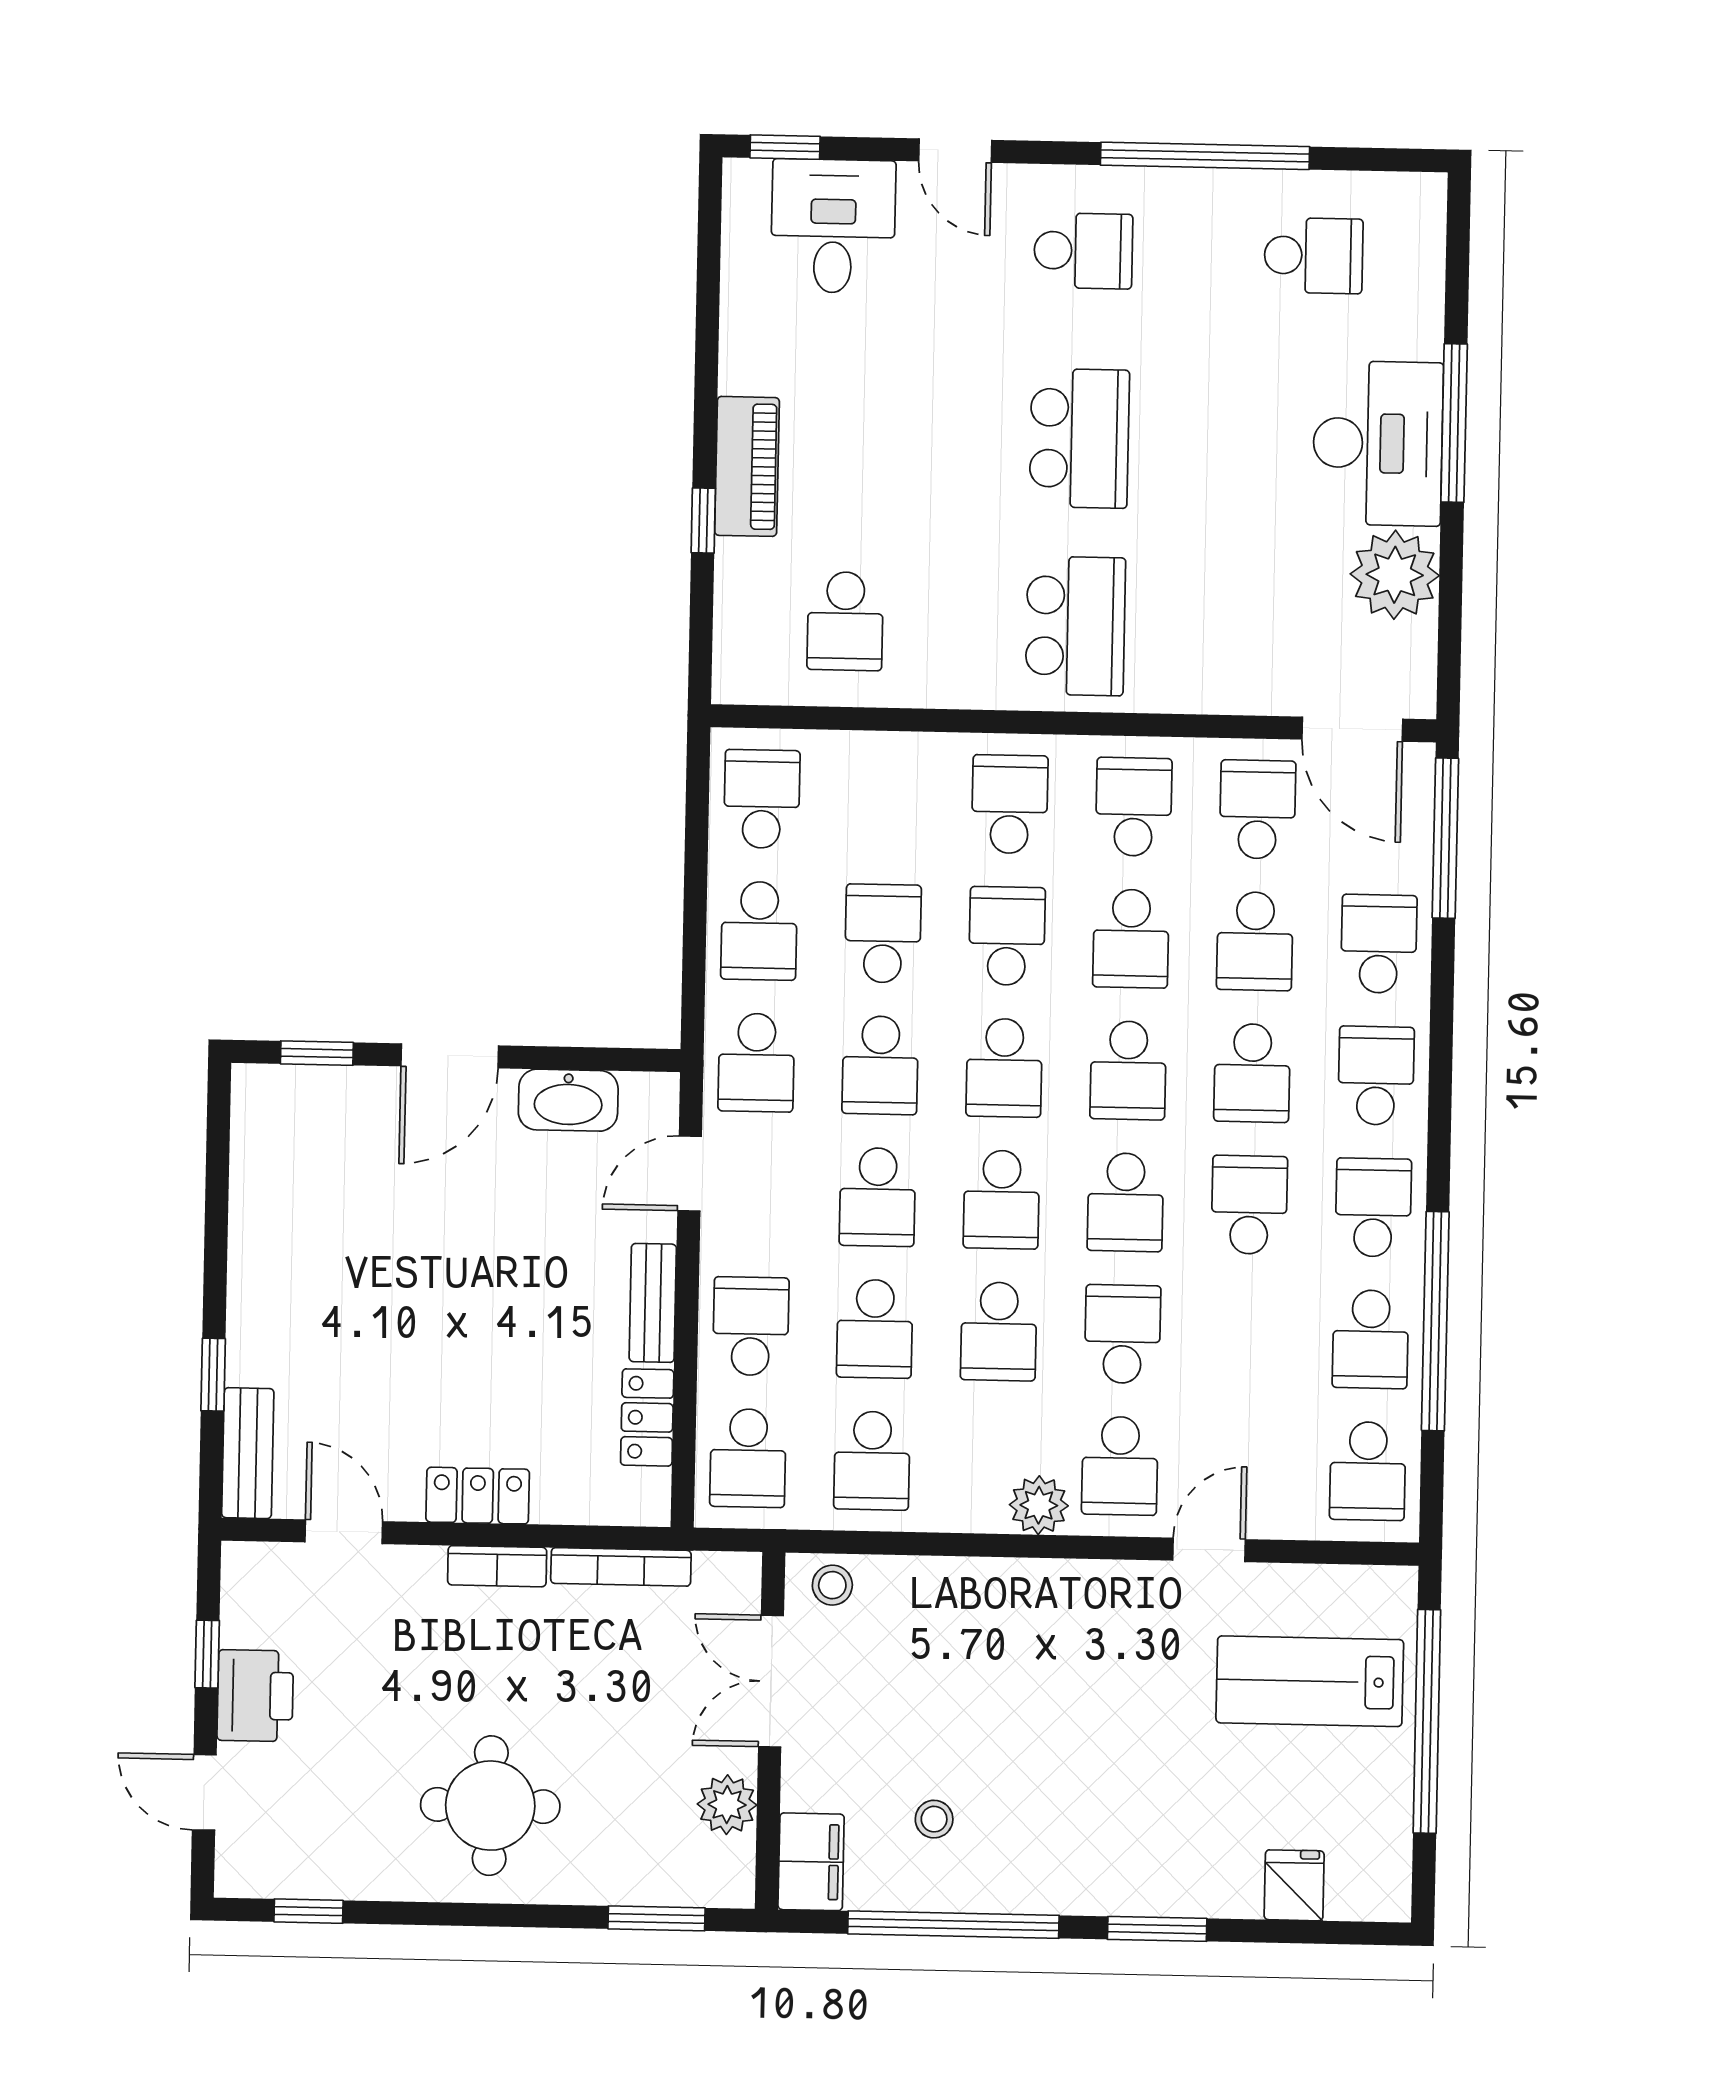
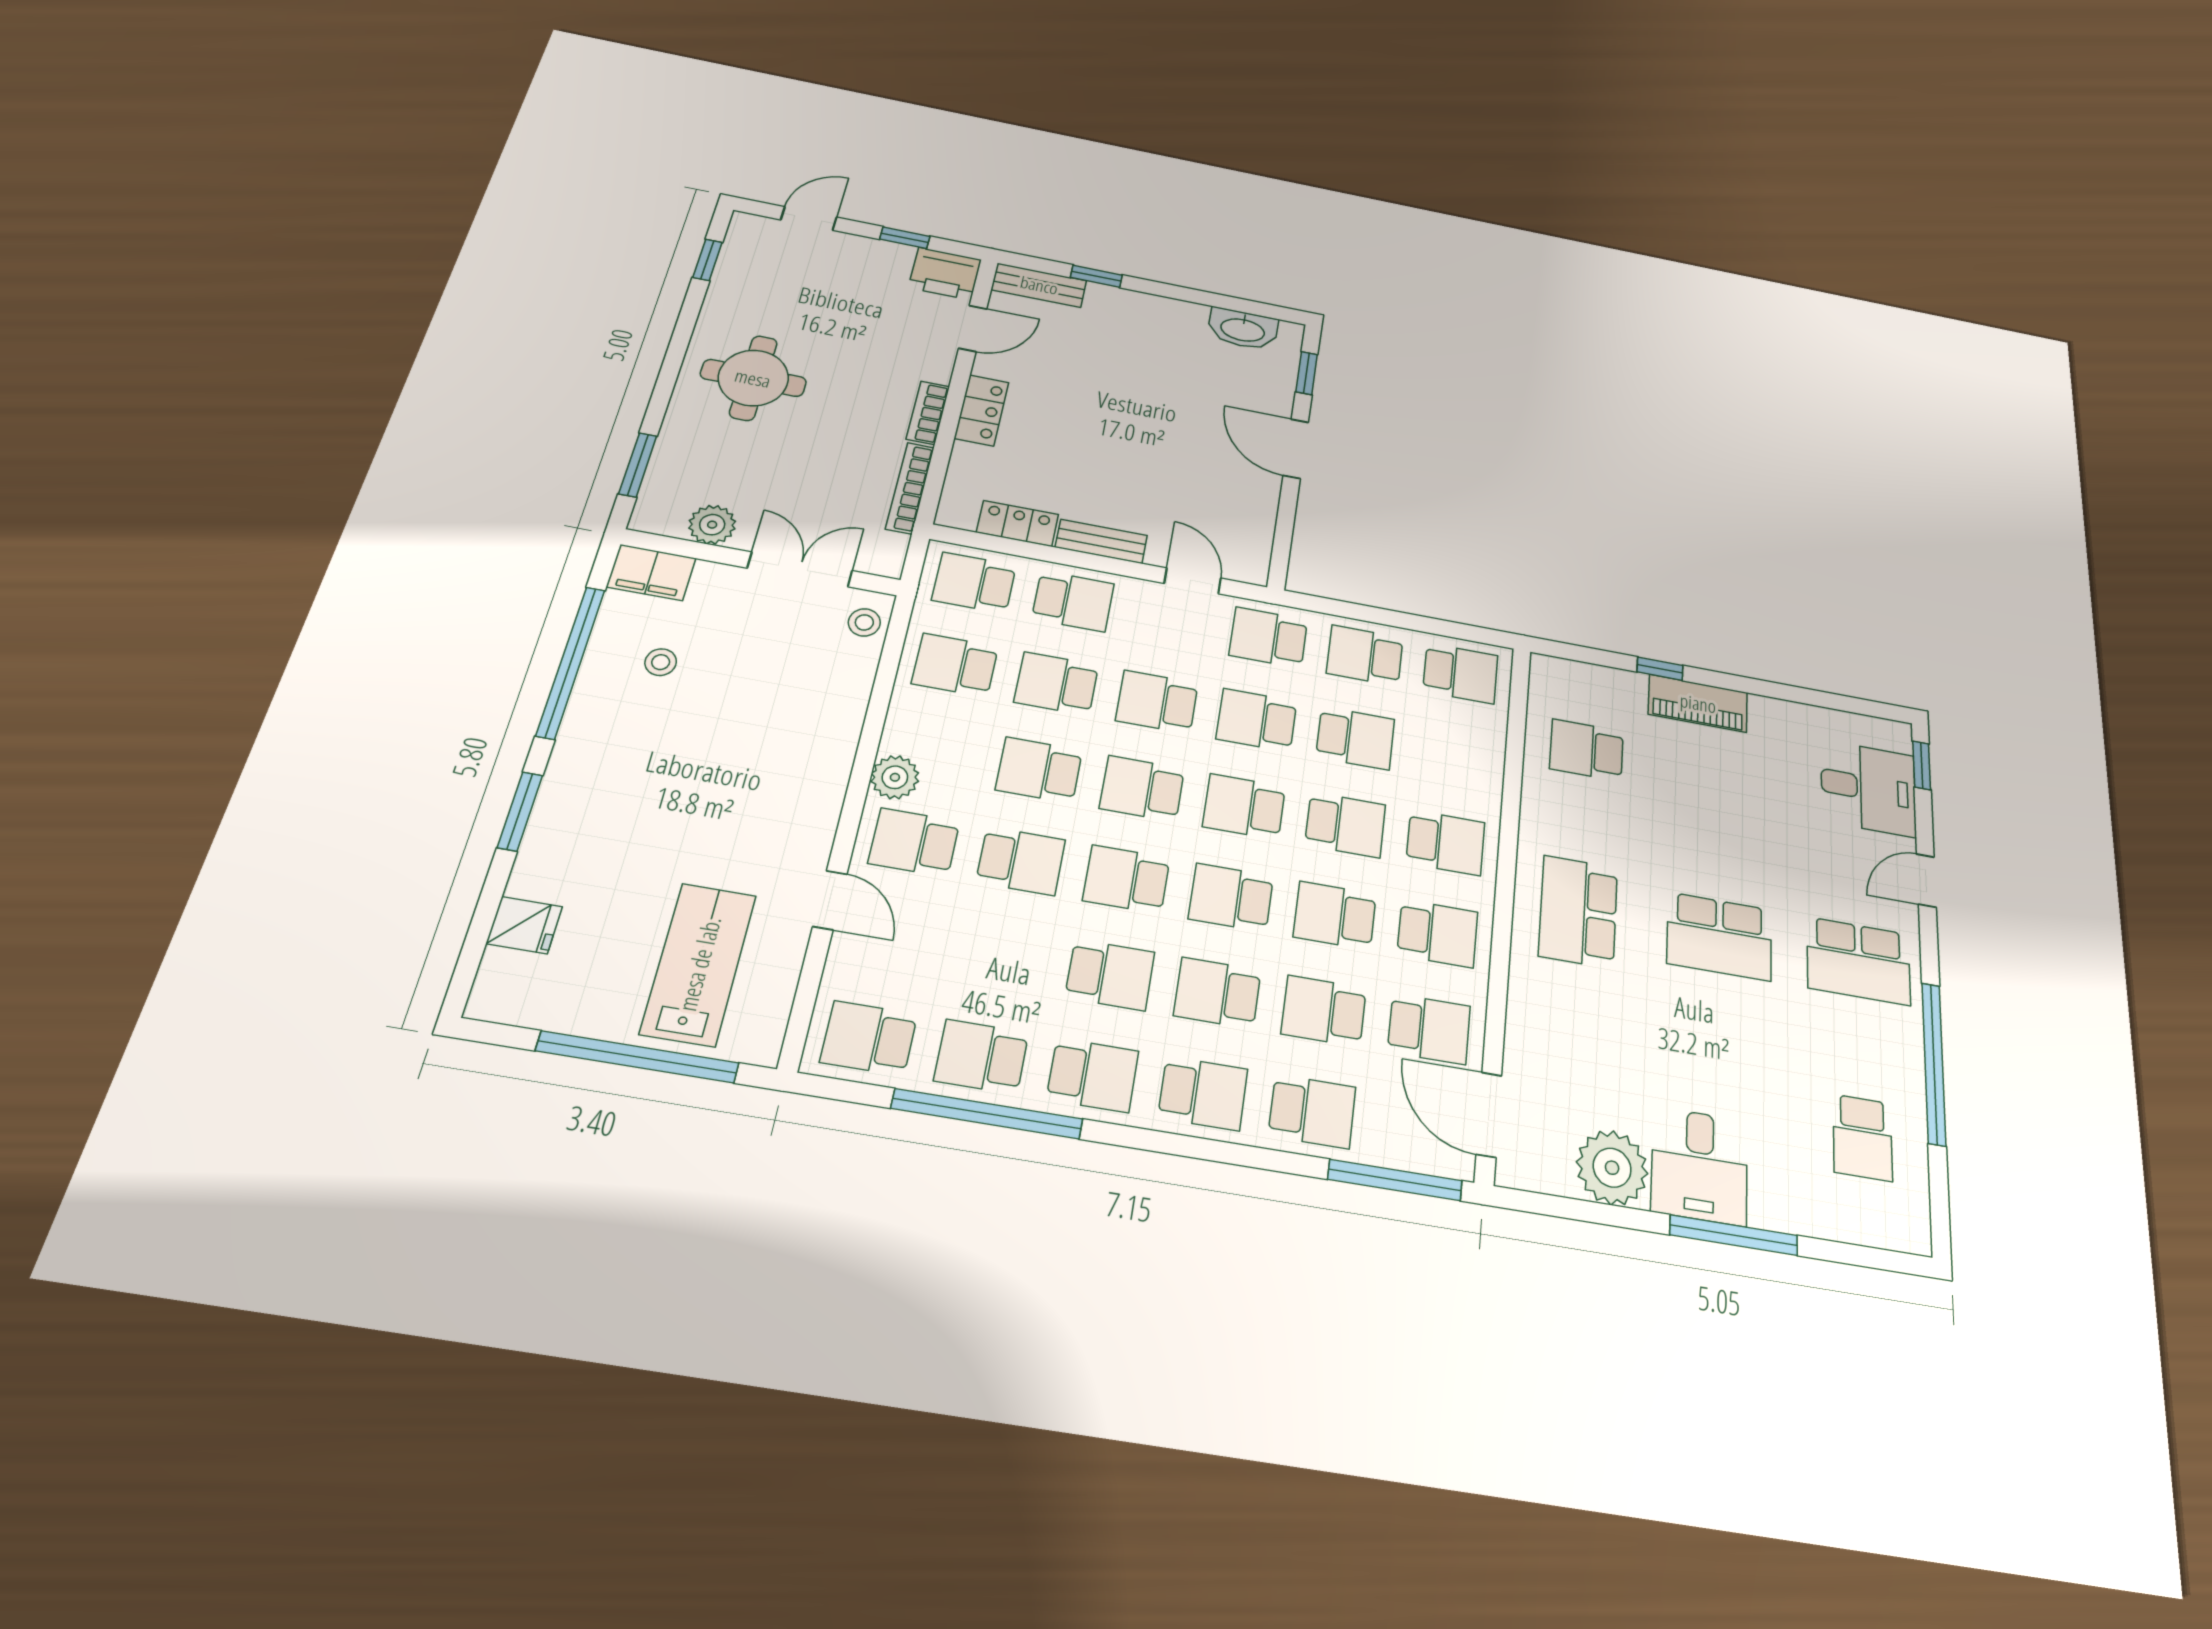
school desk: (1083, 251) -> (1859, 961), width x1.85
desk: (1378, 443) -> (1699, 1166), width x0.73
school desk: (1075, 626) -> (1578, 912), turned 90
door: (1352, 729) -> (1489, 1115), hinge flipped
washbasin: (568, 1100) -> (1243, 329), moved, turned -90
printer: (255, 1696) -> (945, 274), moved

